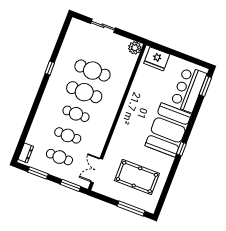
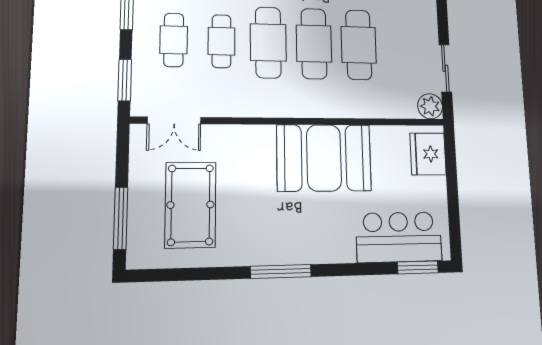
sliding door: (103, 26) -> (445, 68), moved
cafe table: (76, 114) -> (268, 42), width x1.37, depth x1.35
booth: (168, 130) -> (324, 158), moved
window: (181, 149) -> (281, 271), width x2.17
double door: (97, 170) -> (174, 120), swing flipped

